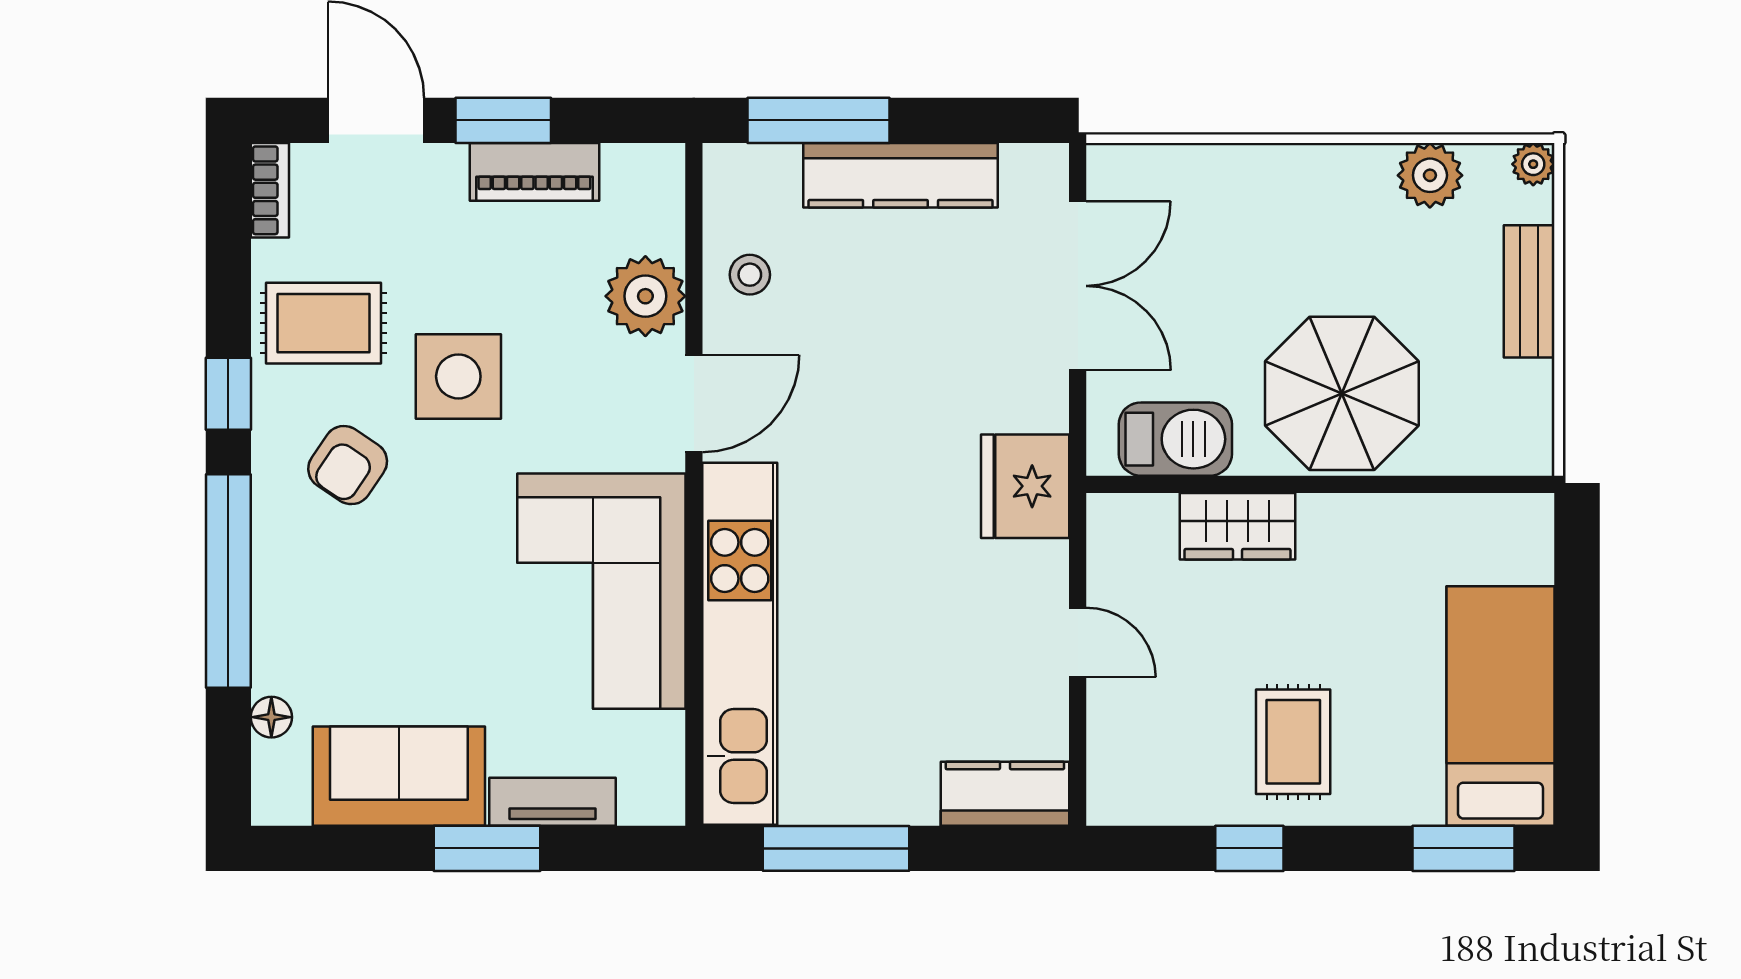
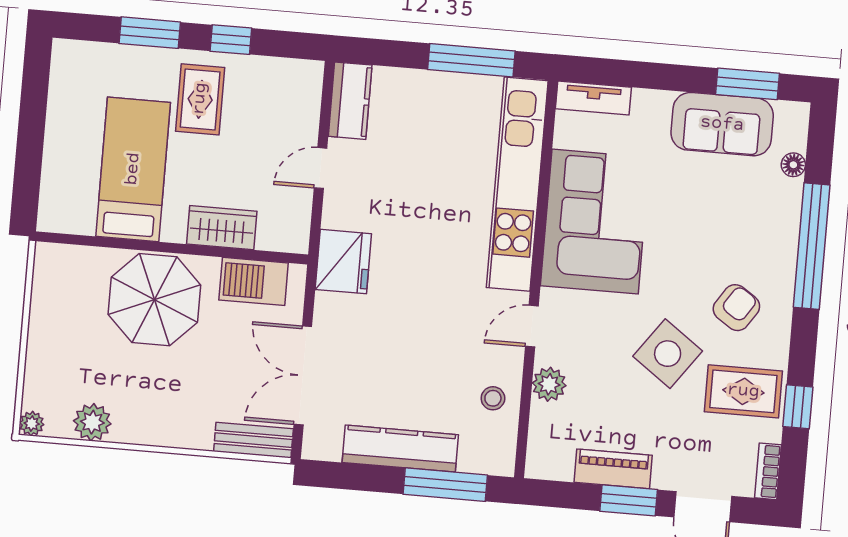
bench: (1529, 291) -> (253, 440), moved, turned 90
plant: (645, 296) -> (549, 384), width x0.73, depth x0.73
side table: (458, 376) -> (668, 354), turned 36
window: (228, 394) -> (798, 407), moved
door: (694, 403) -> (532, 326), width x0.73
door: (1078, 642) -> (321, 168), hinge flipped
bed: (1500, 706) -> (133, 169), moved, turned 180
kitchen counter: (1005, 794) -> (350, 101), moved, turned -90
tv unit: (552, 802) -> (593, 98), moved
window: (487, 848) -> (748, 84), moved
window: (1463, 848) -> (150, 33), moved

